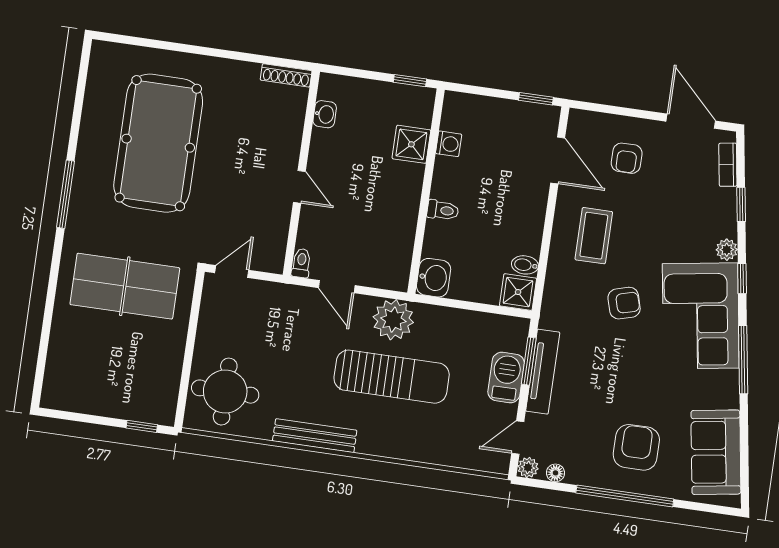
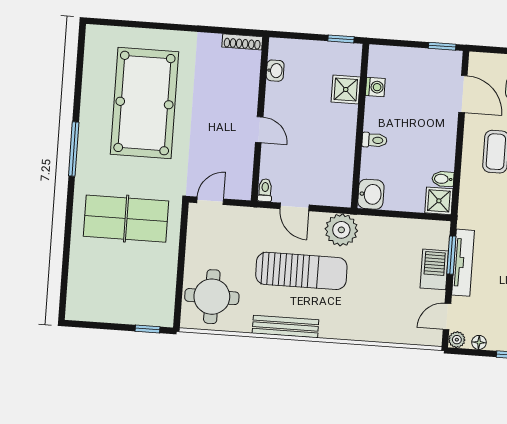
sun lounger: (392, 377) -> (301, 271), moved

